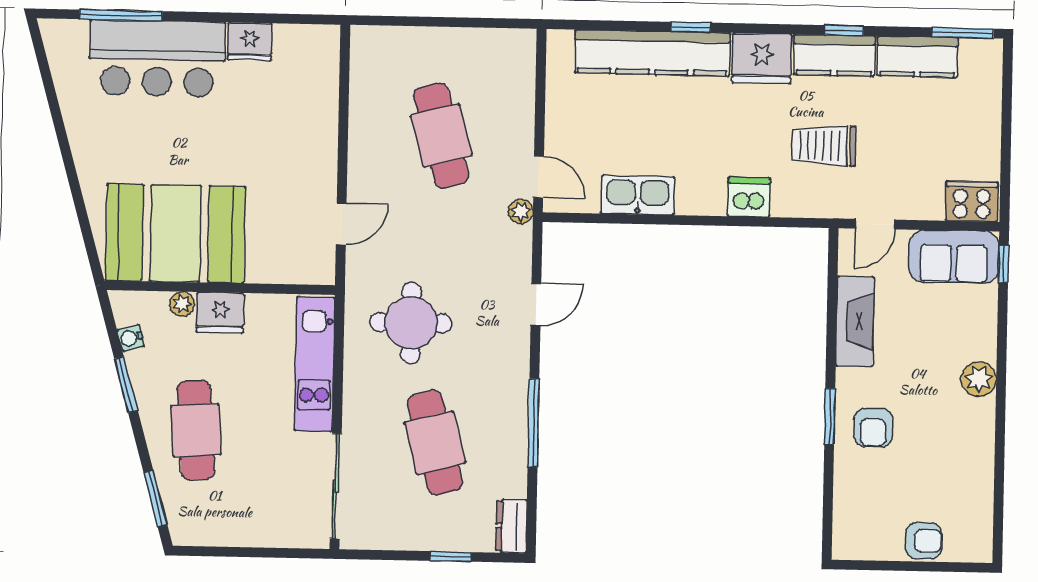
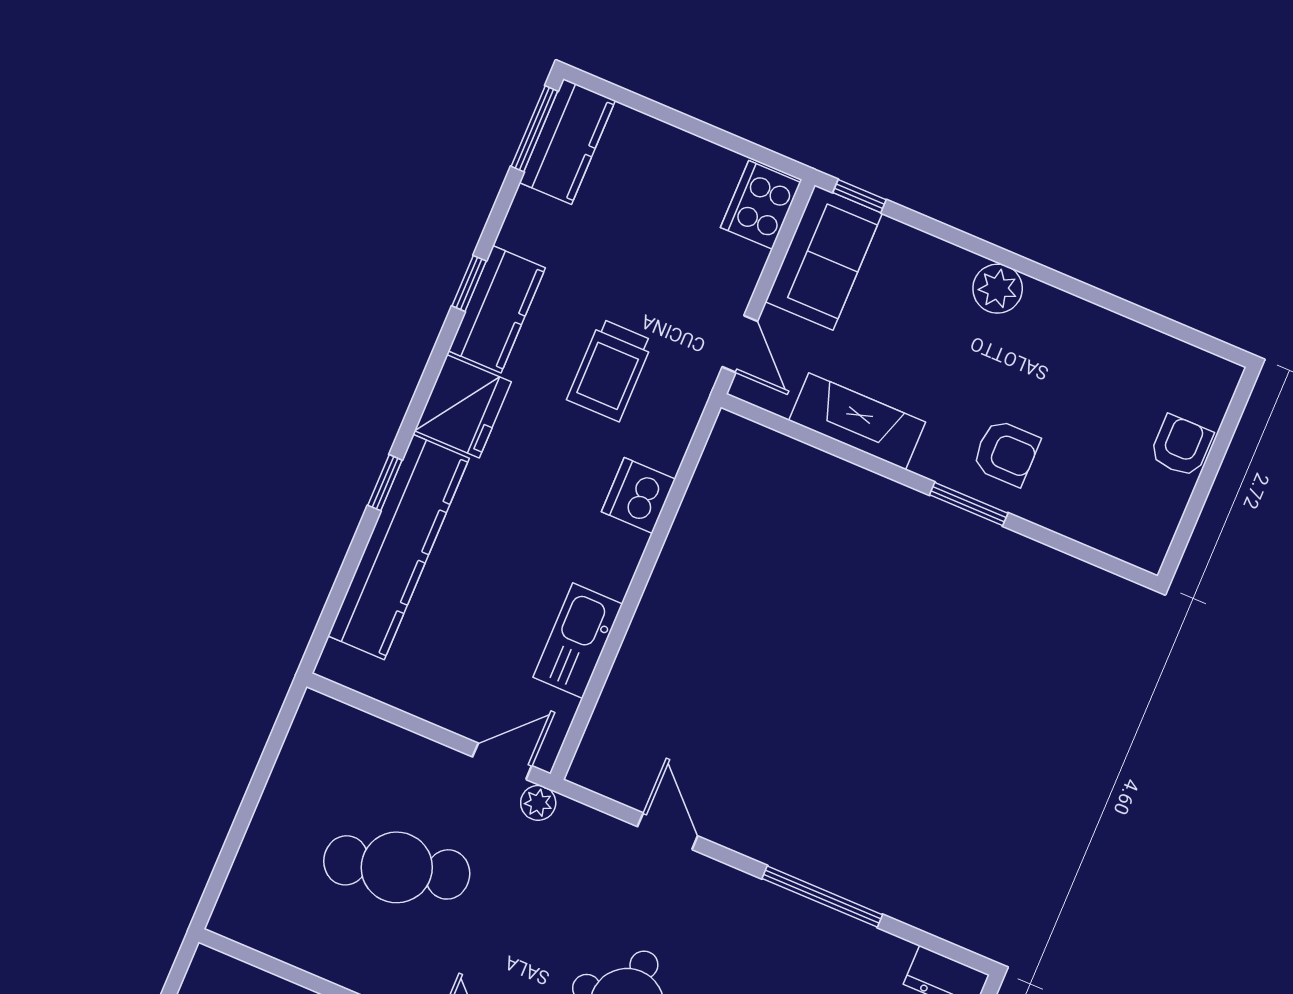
kitchen counter: (917, 57) -> (567, 142), moved

